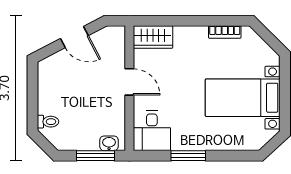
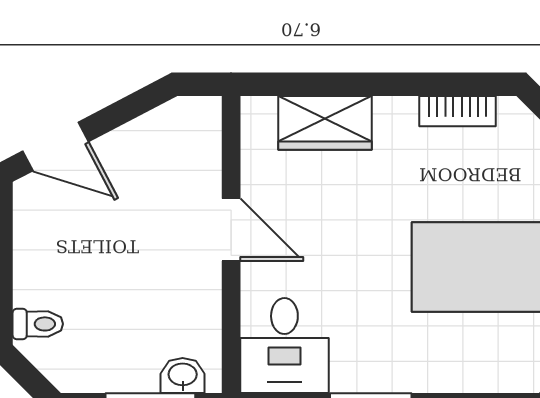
door: (74, 37) -> (56, 146), moved
wardrobe: (153, 37) -> (325, 123), moved

